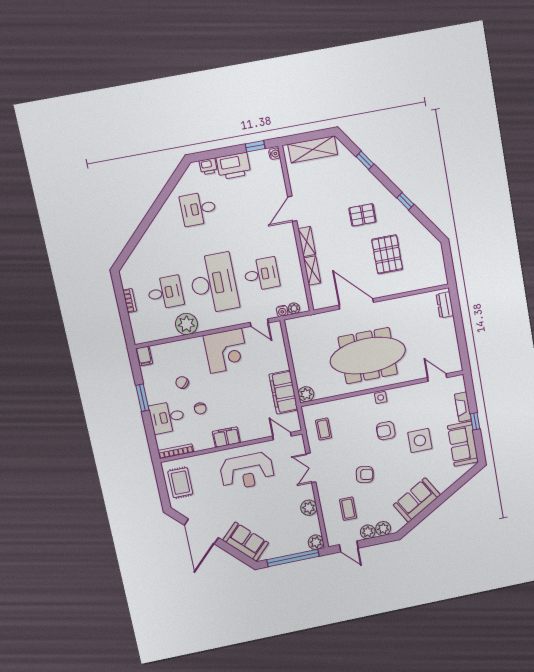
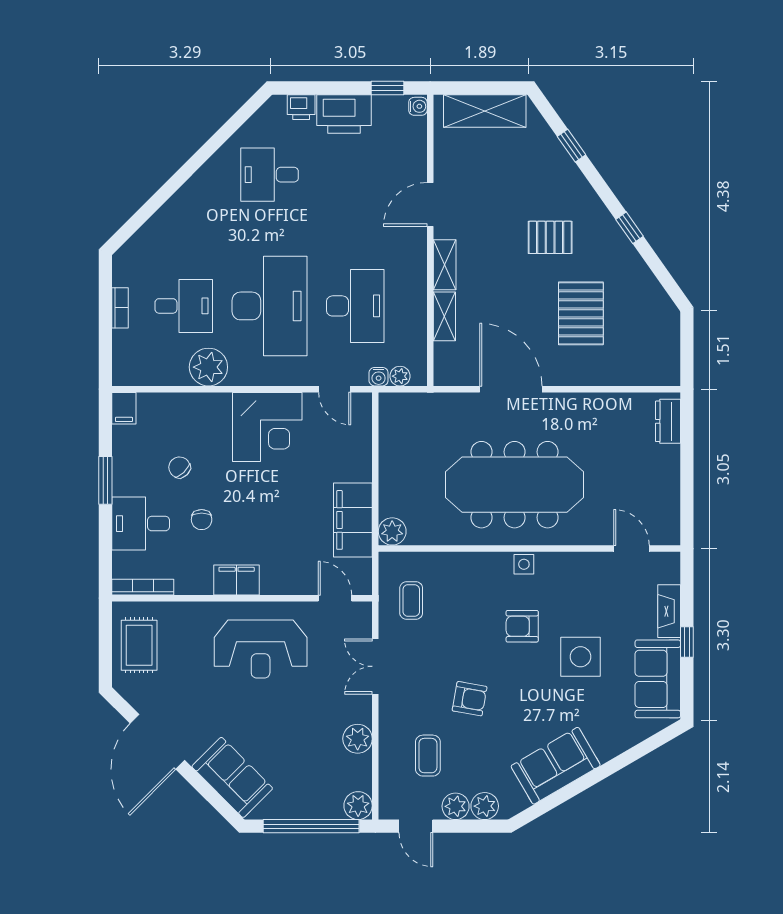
desk: (261, 274) -> (355, 306), width x1.37

